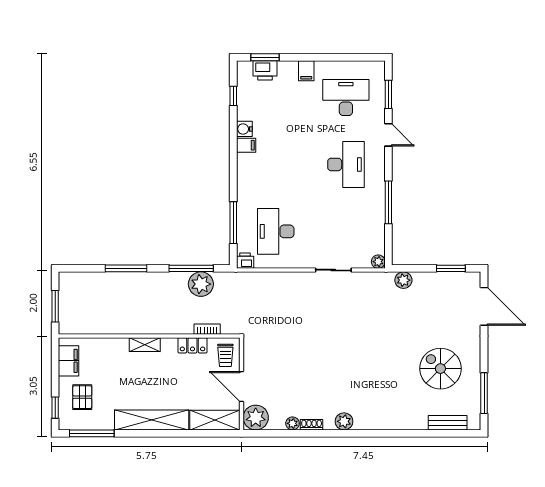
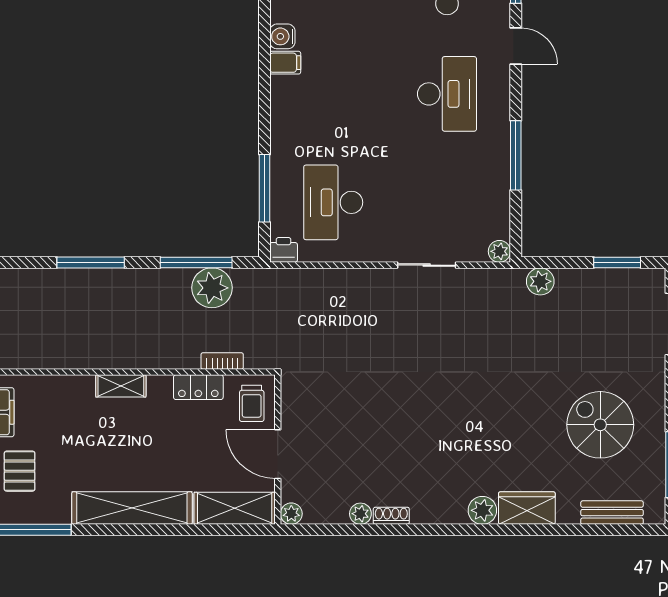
plant: (256, 418) -> (291, 514), width x0.53, depth x0.53
wardrobe: (395, 420) -> (527, 508), added
plant: (344, 421) -> (482, 510), moved

